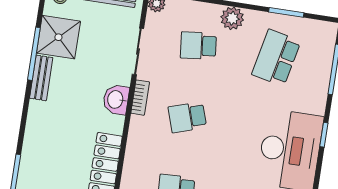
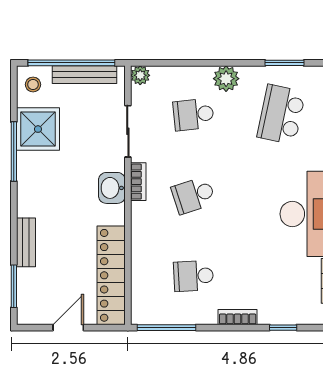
bench: (41, 78) -> (26, 242), moved

